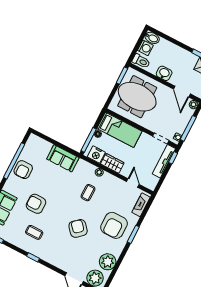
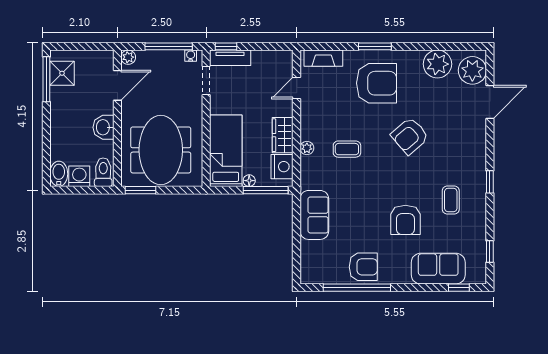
tv unit: (164, 161) -> (230, 58), width x0.71

